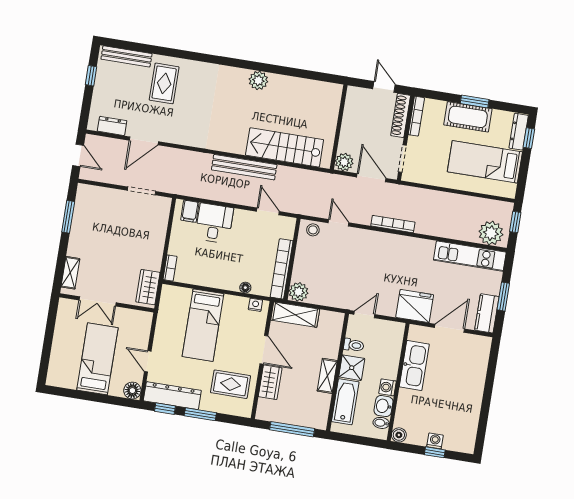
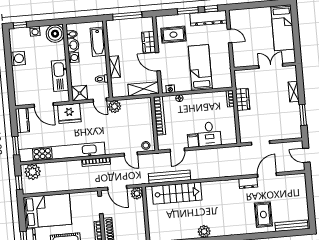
window: (91, 76) -> (311, 208), removed
dresser: (112, 126) -> (248, 183), moved
bed: (485, 162) -> (47, 211), width x1.50
bench: (244, 167) -> (170, 177), moved
filing cabinet: (190, 211) -> (193, 141), moved
door: (268, 211) -> (177, 150), hinge flipped
kitchen unit: (470, 256) -> (62, 152), width x1.86
shelving: (70, 273) -> (294, 92), moved
wardrobe: (148, 287) -> (243, 99), moved
plant: (299, 292) -> (115, 107), moved
window: (503, 297) -> (16, 146), moved
door: (364, 314) -> (100, 100), hinge flipped
door: (450, 328) -> (44, 105), hinge flipped
bed: (97, 359) -> (283, 28), moved
shower: (352, 368) -> (80, 93), moved
shelving: (327, 376) -> (114, 67), moved
floor lamp: (132, 391) -> (235, 15), removed
washing machine: (471, 407) -> (18, 58), added
boiler: (399, 435) -> (55, 34), width x1.86, depth x1.86
window: (435, 452) -> (20, 25), moved

